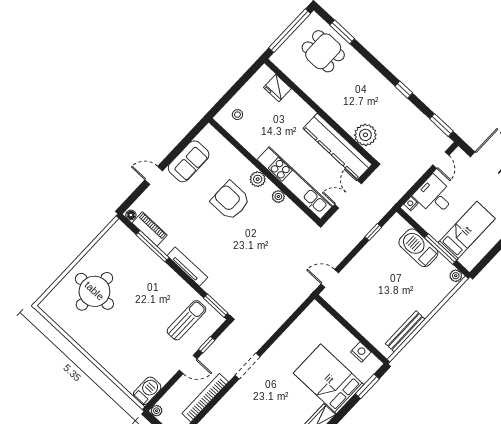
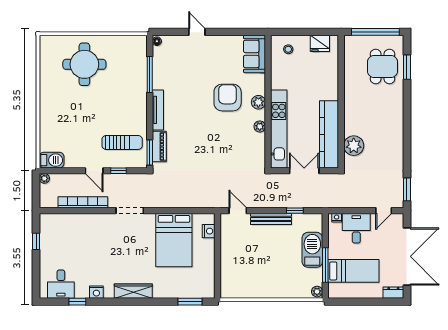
fridge: (277, 88) -> (320, 43), moved, turned -90
window: (404, 90) -> (407, 143), removed
sofa: (189, 161) -> (254, 54), moved, turned 90
piano: (150, 229) -> (159, 147), moved
bench: (405, 331) -> (271, 219), moved
nightstand: (361, 352) -> (209, 231), moved
bed: (329, 379) -> (174, 240), moved, turned 180

